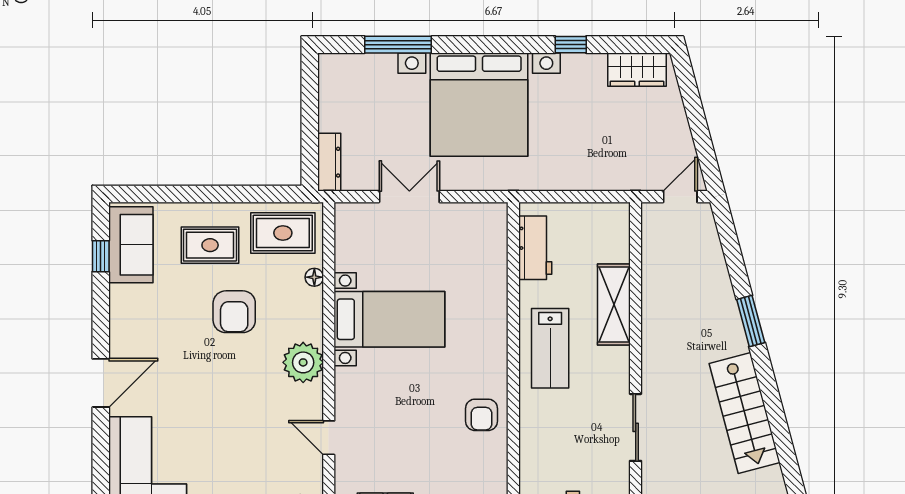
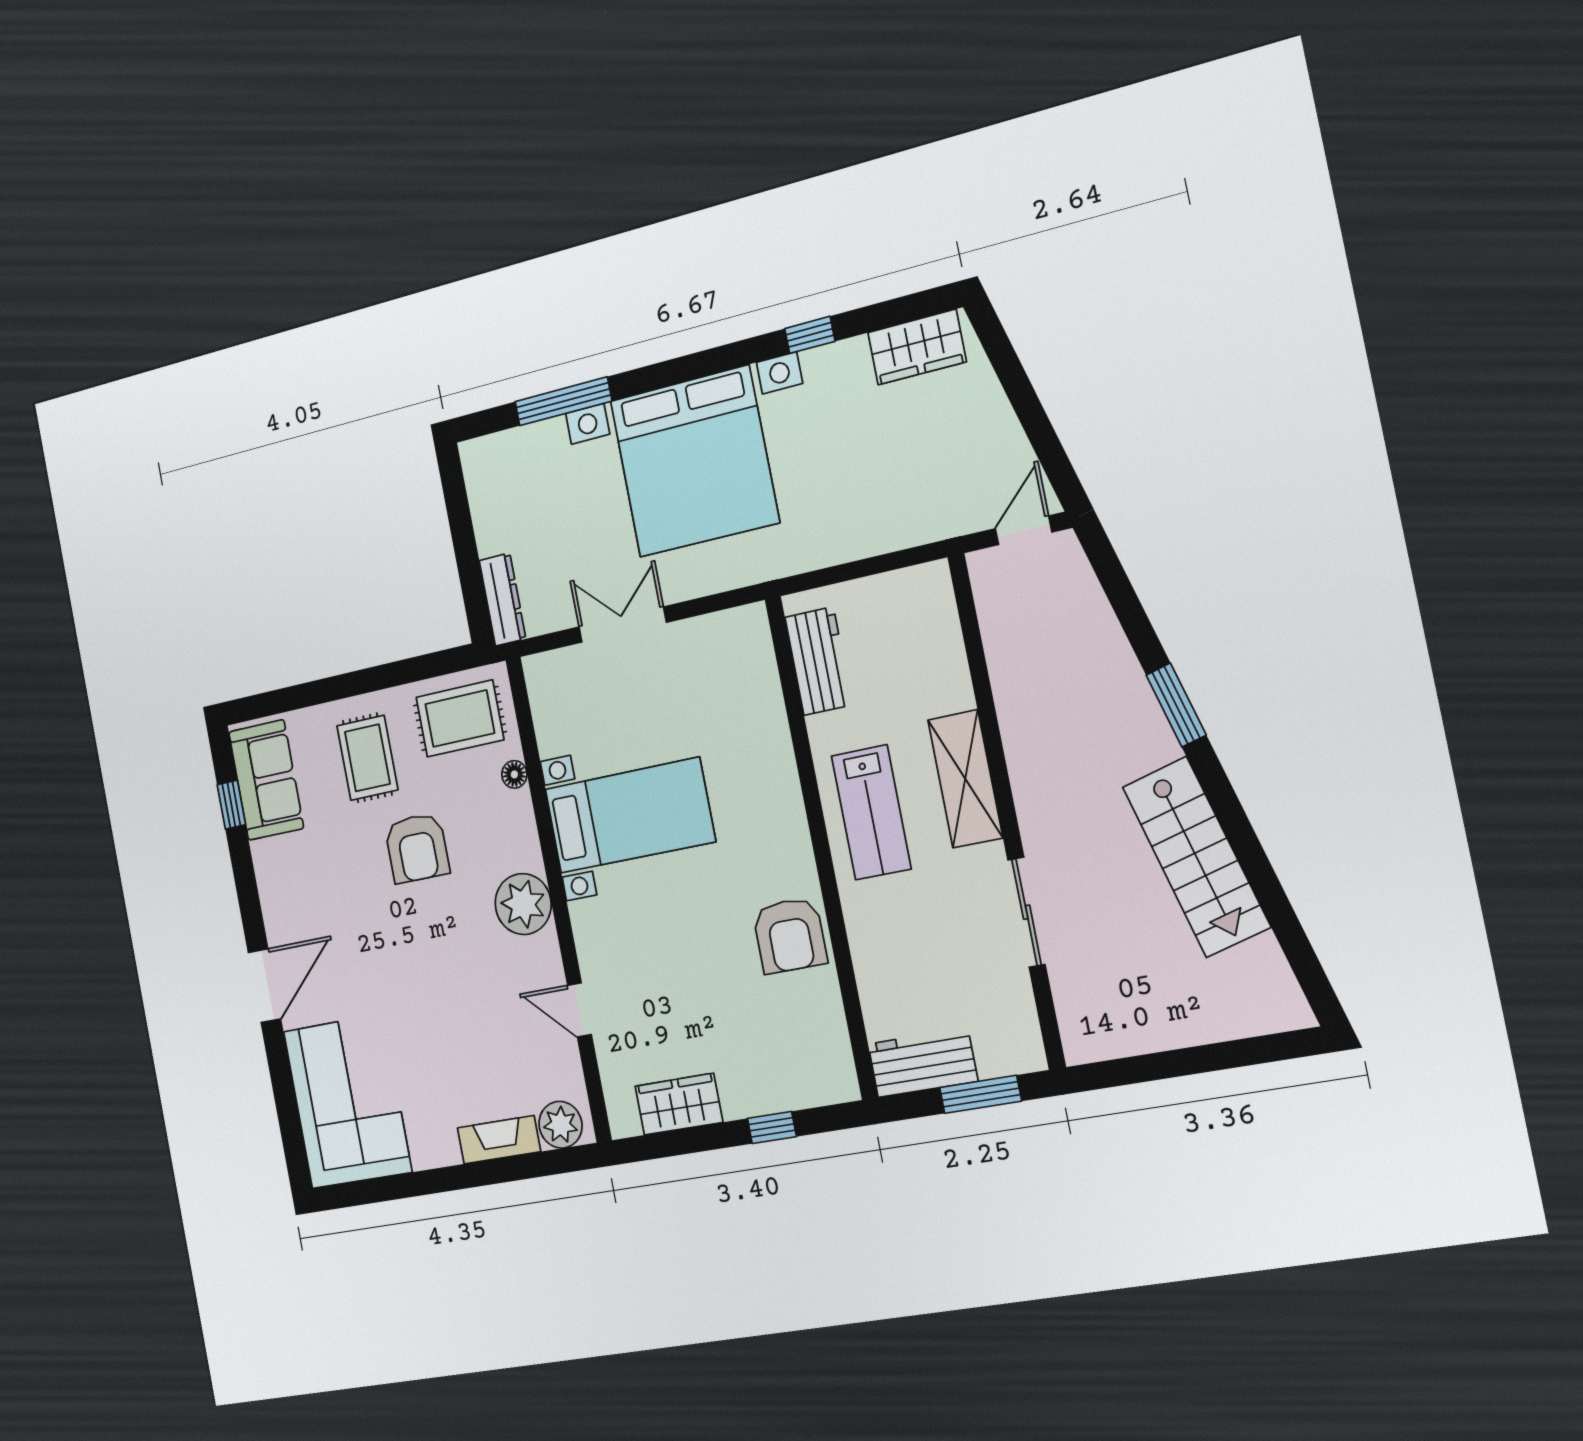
rug: (210, 245) -> (367, 758), turned 90
shelving: (614, 305) -> (965, 779), moved
armchair: (482, 415) -> (790, 935), width x1.38, depth x1.38

